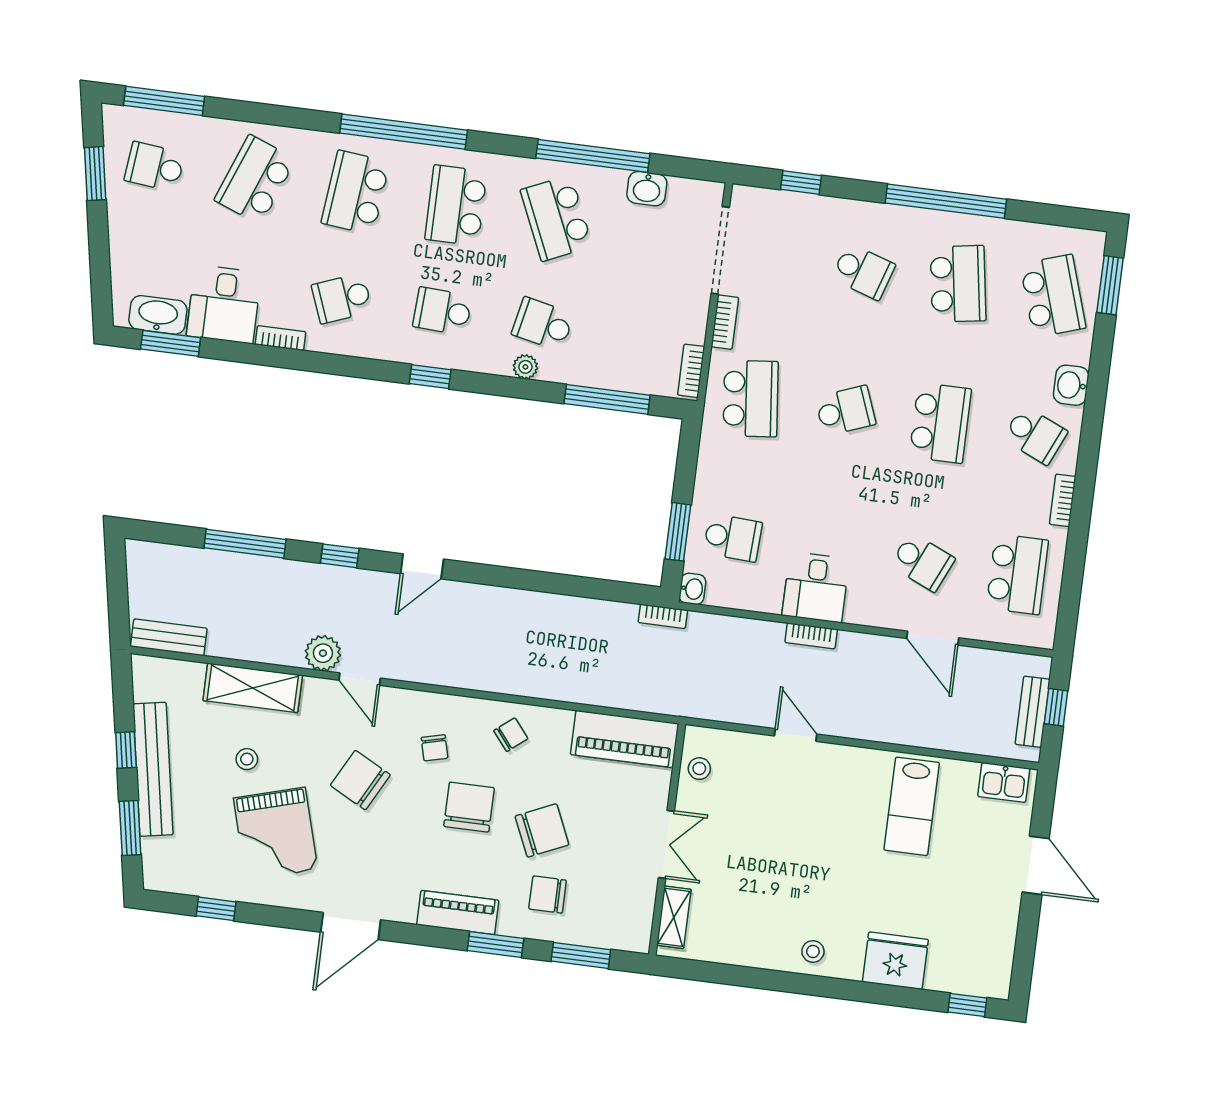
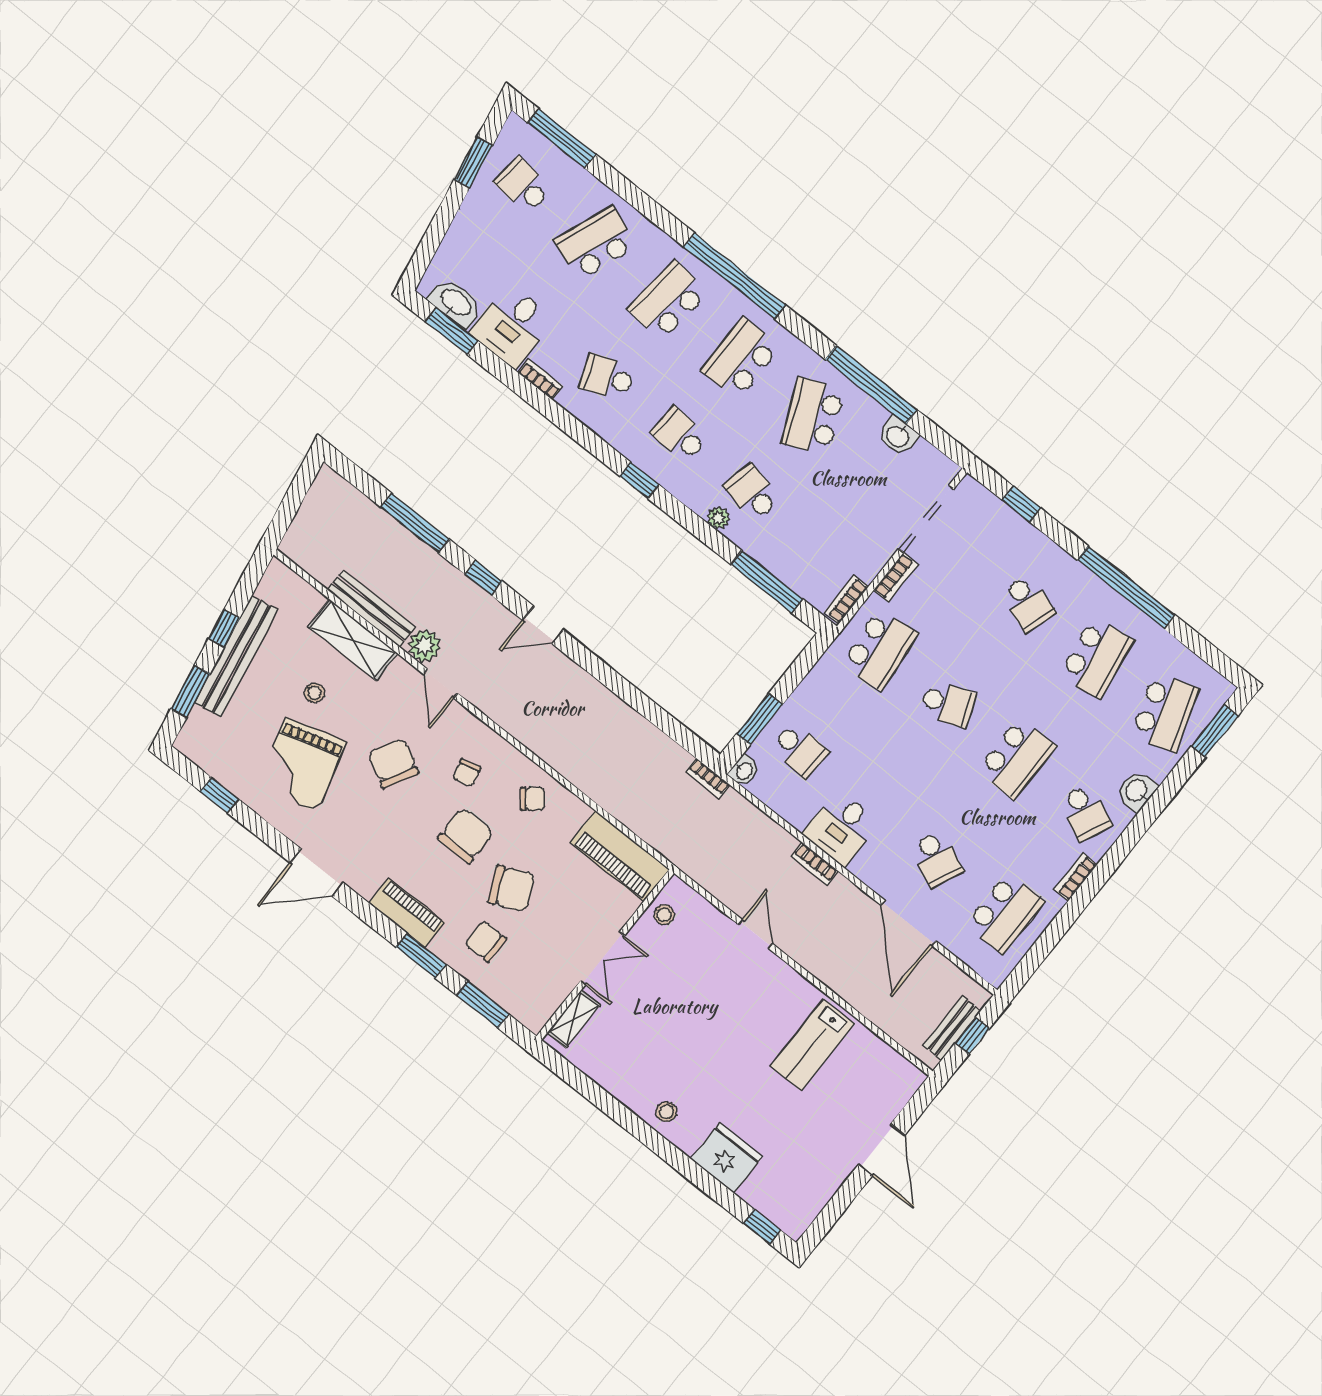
bench: (169, 637) -> (371, 608), moved, width x1.36
door: (933, 638) -> (909, 923), width x1.36
kitchen sink: (1004, 782) -> (896, 1070), removed

